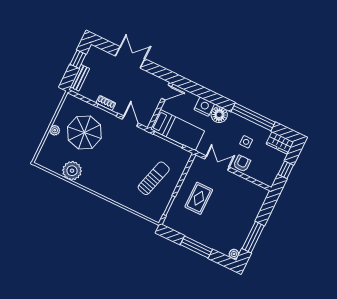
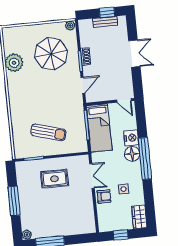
bench: (80, 78) -> (105, 22), moved
window: (253, 117) -> (145, 158), moved
plant: (55, 130) -> (70, 26), moved

